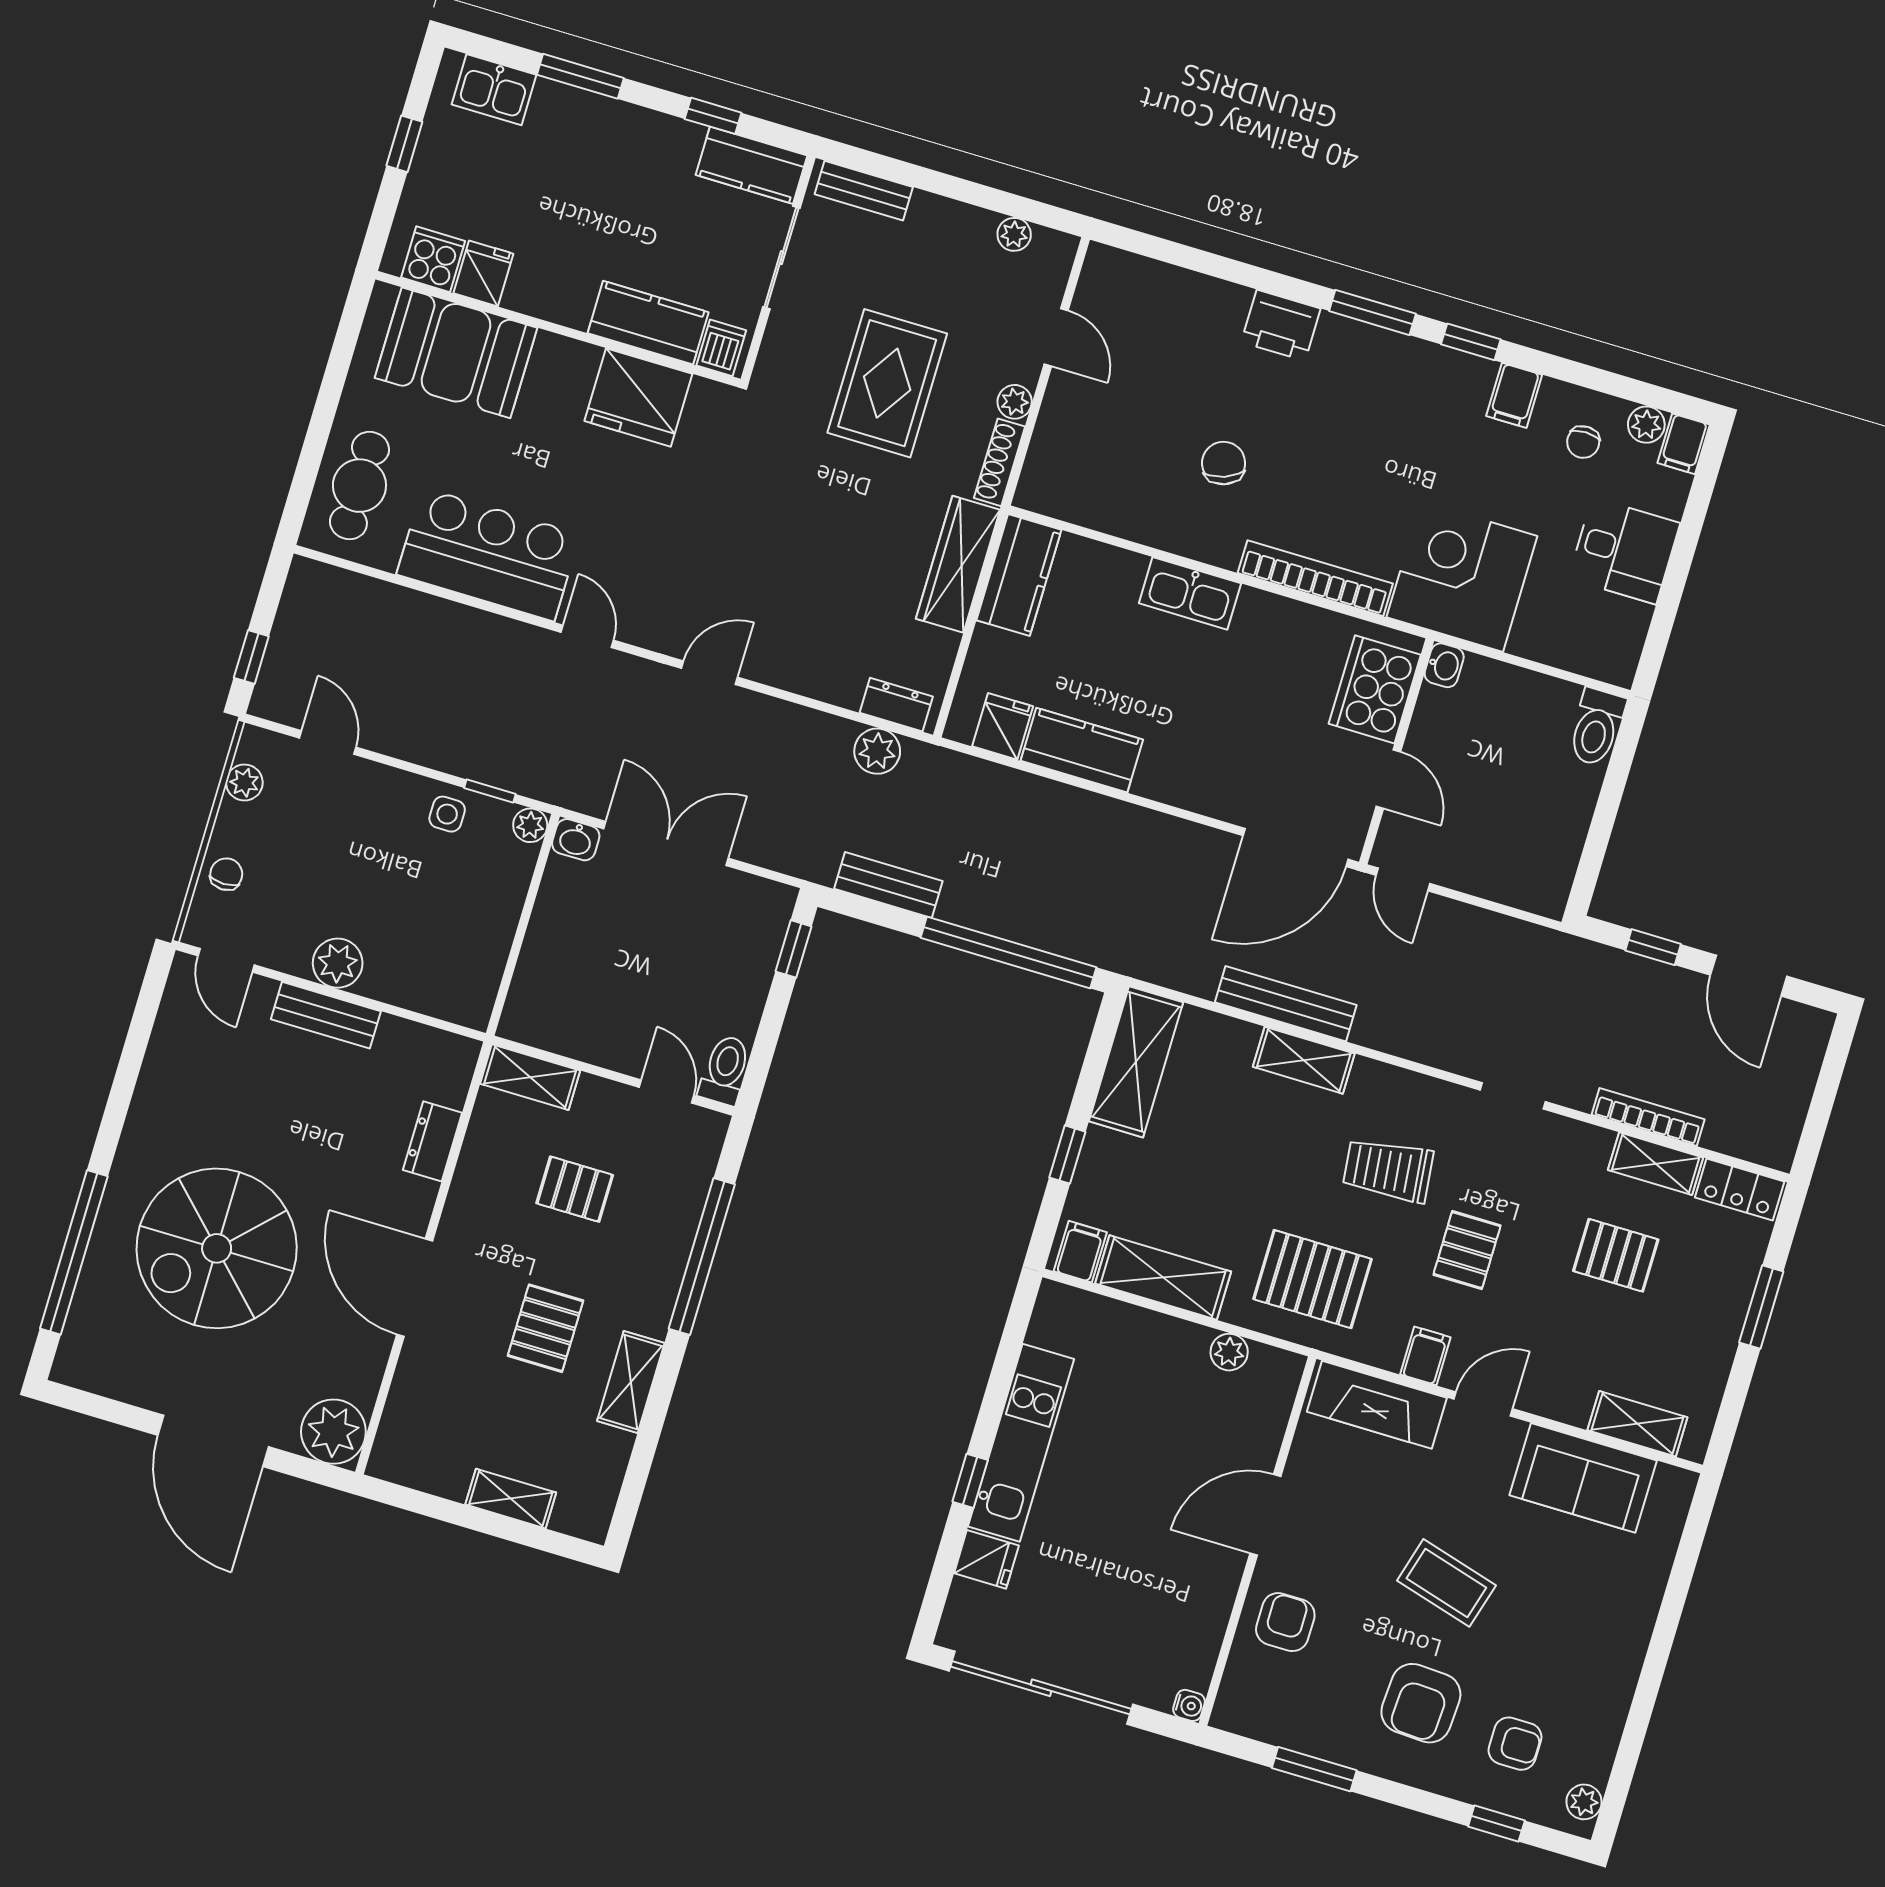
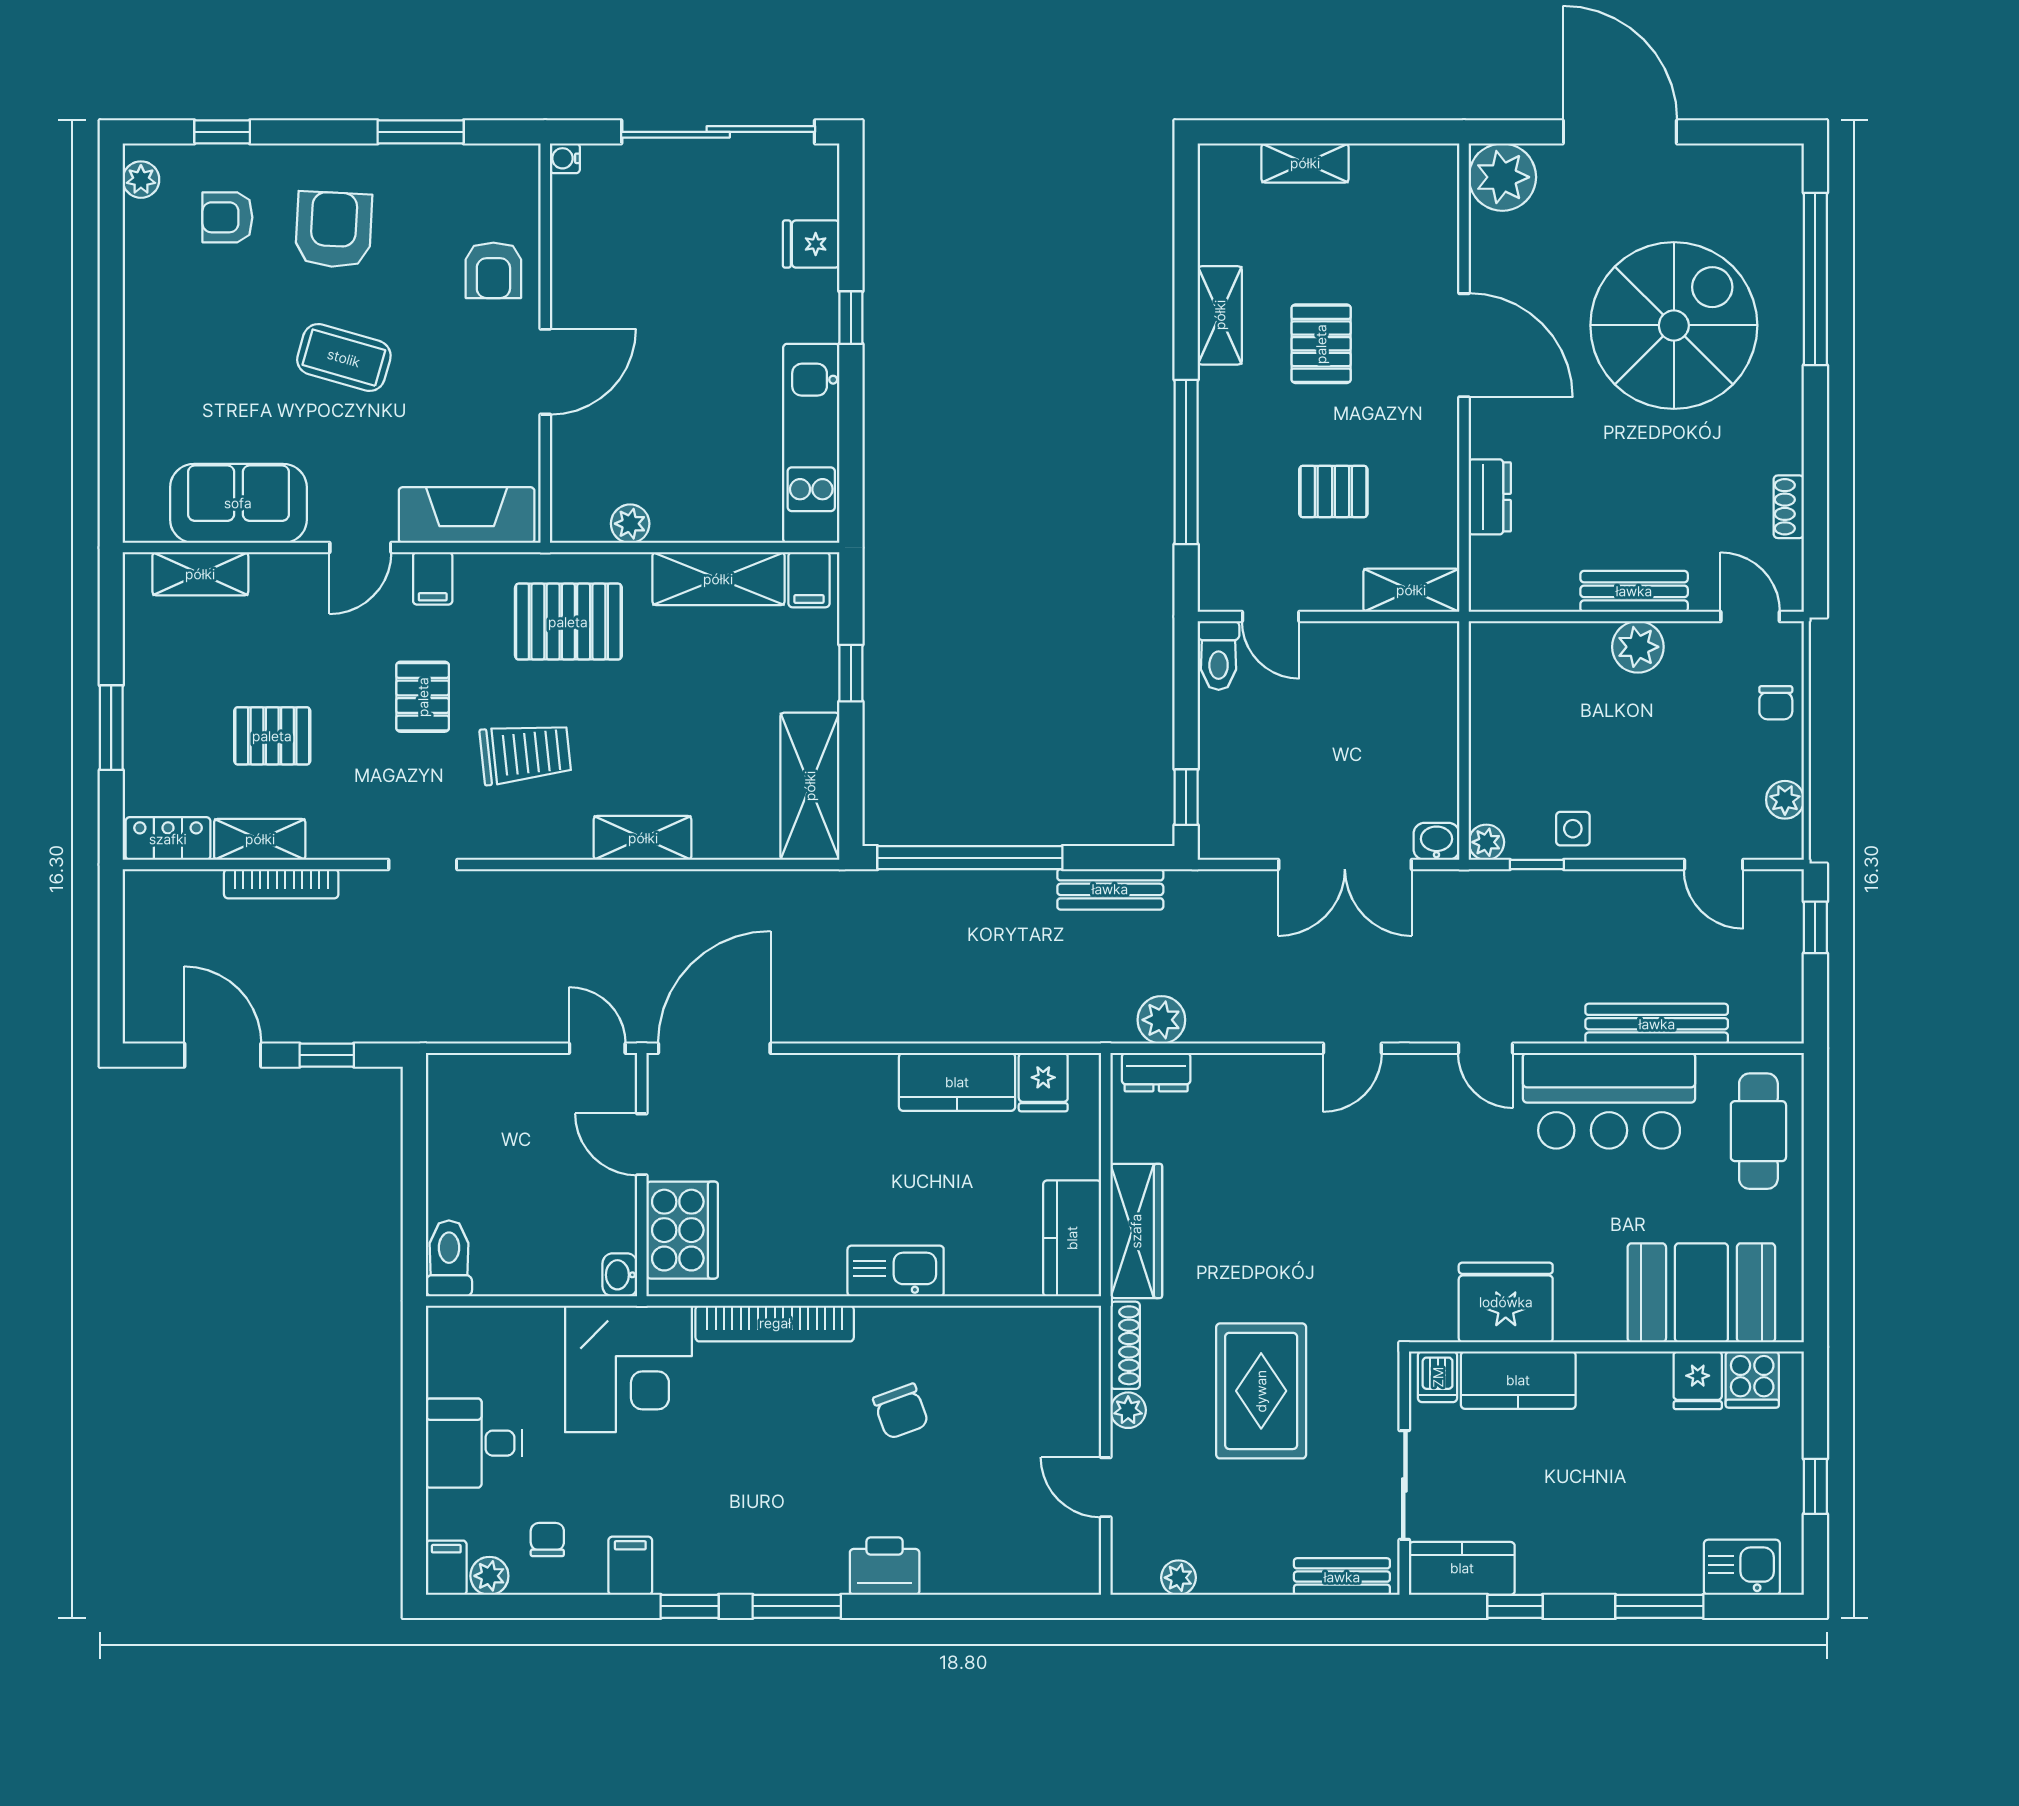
bench: (1286, 1004) -> (1657, 1024), moved
shoe rack: (161, 1051) -> (1789, 507), added
kitchen unit: (1021, 1443) -> (811, 443), moved

